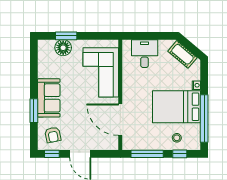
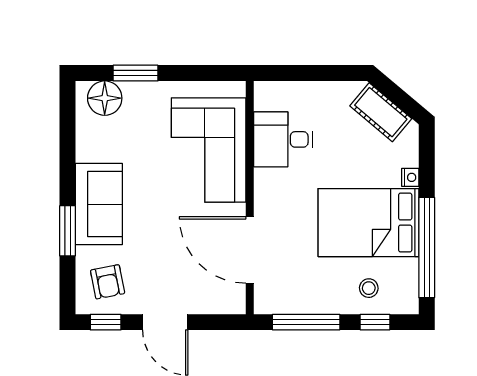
floor lamp: (63, 48) -> (105, 98), moved
desk: (145, 54) -> (283, 139), moved, turned -90

